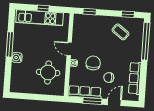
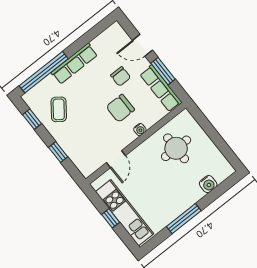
window: (90, 12) -> (58, 152), moved
door: (69, 49) -> (116, 159), moved
water cooler: (17, 58) -> (208, 184), moved
row of seats: (135, 78) -> (74, 64), moved

